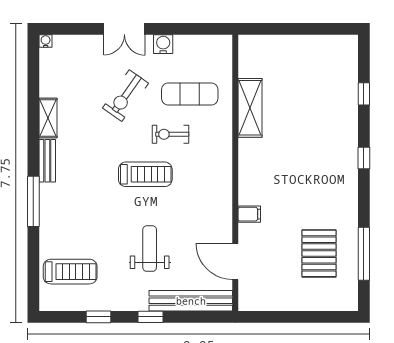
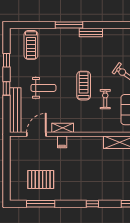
shelving: (48, 118) -> (63, 128), moved
treadmill: (145, 174) -> (84, 86), turned 180

